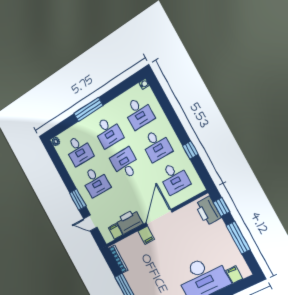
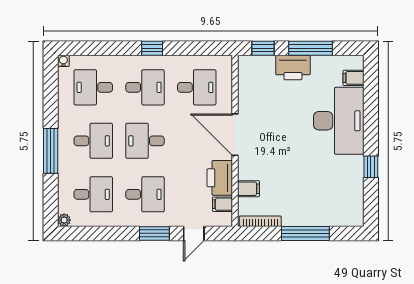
desk: (139, 113) -> (93, 87), turned 180
window: (190, 150) -> (152, 48), moved
printer: (208, 211) -> (293, 68), moved
filing cabinet: (146, 235) -> (249, 189), moved

